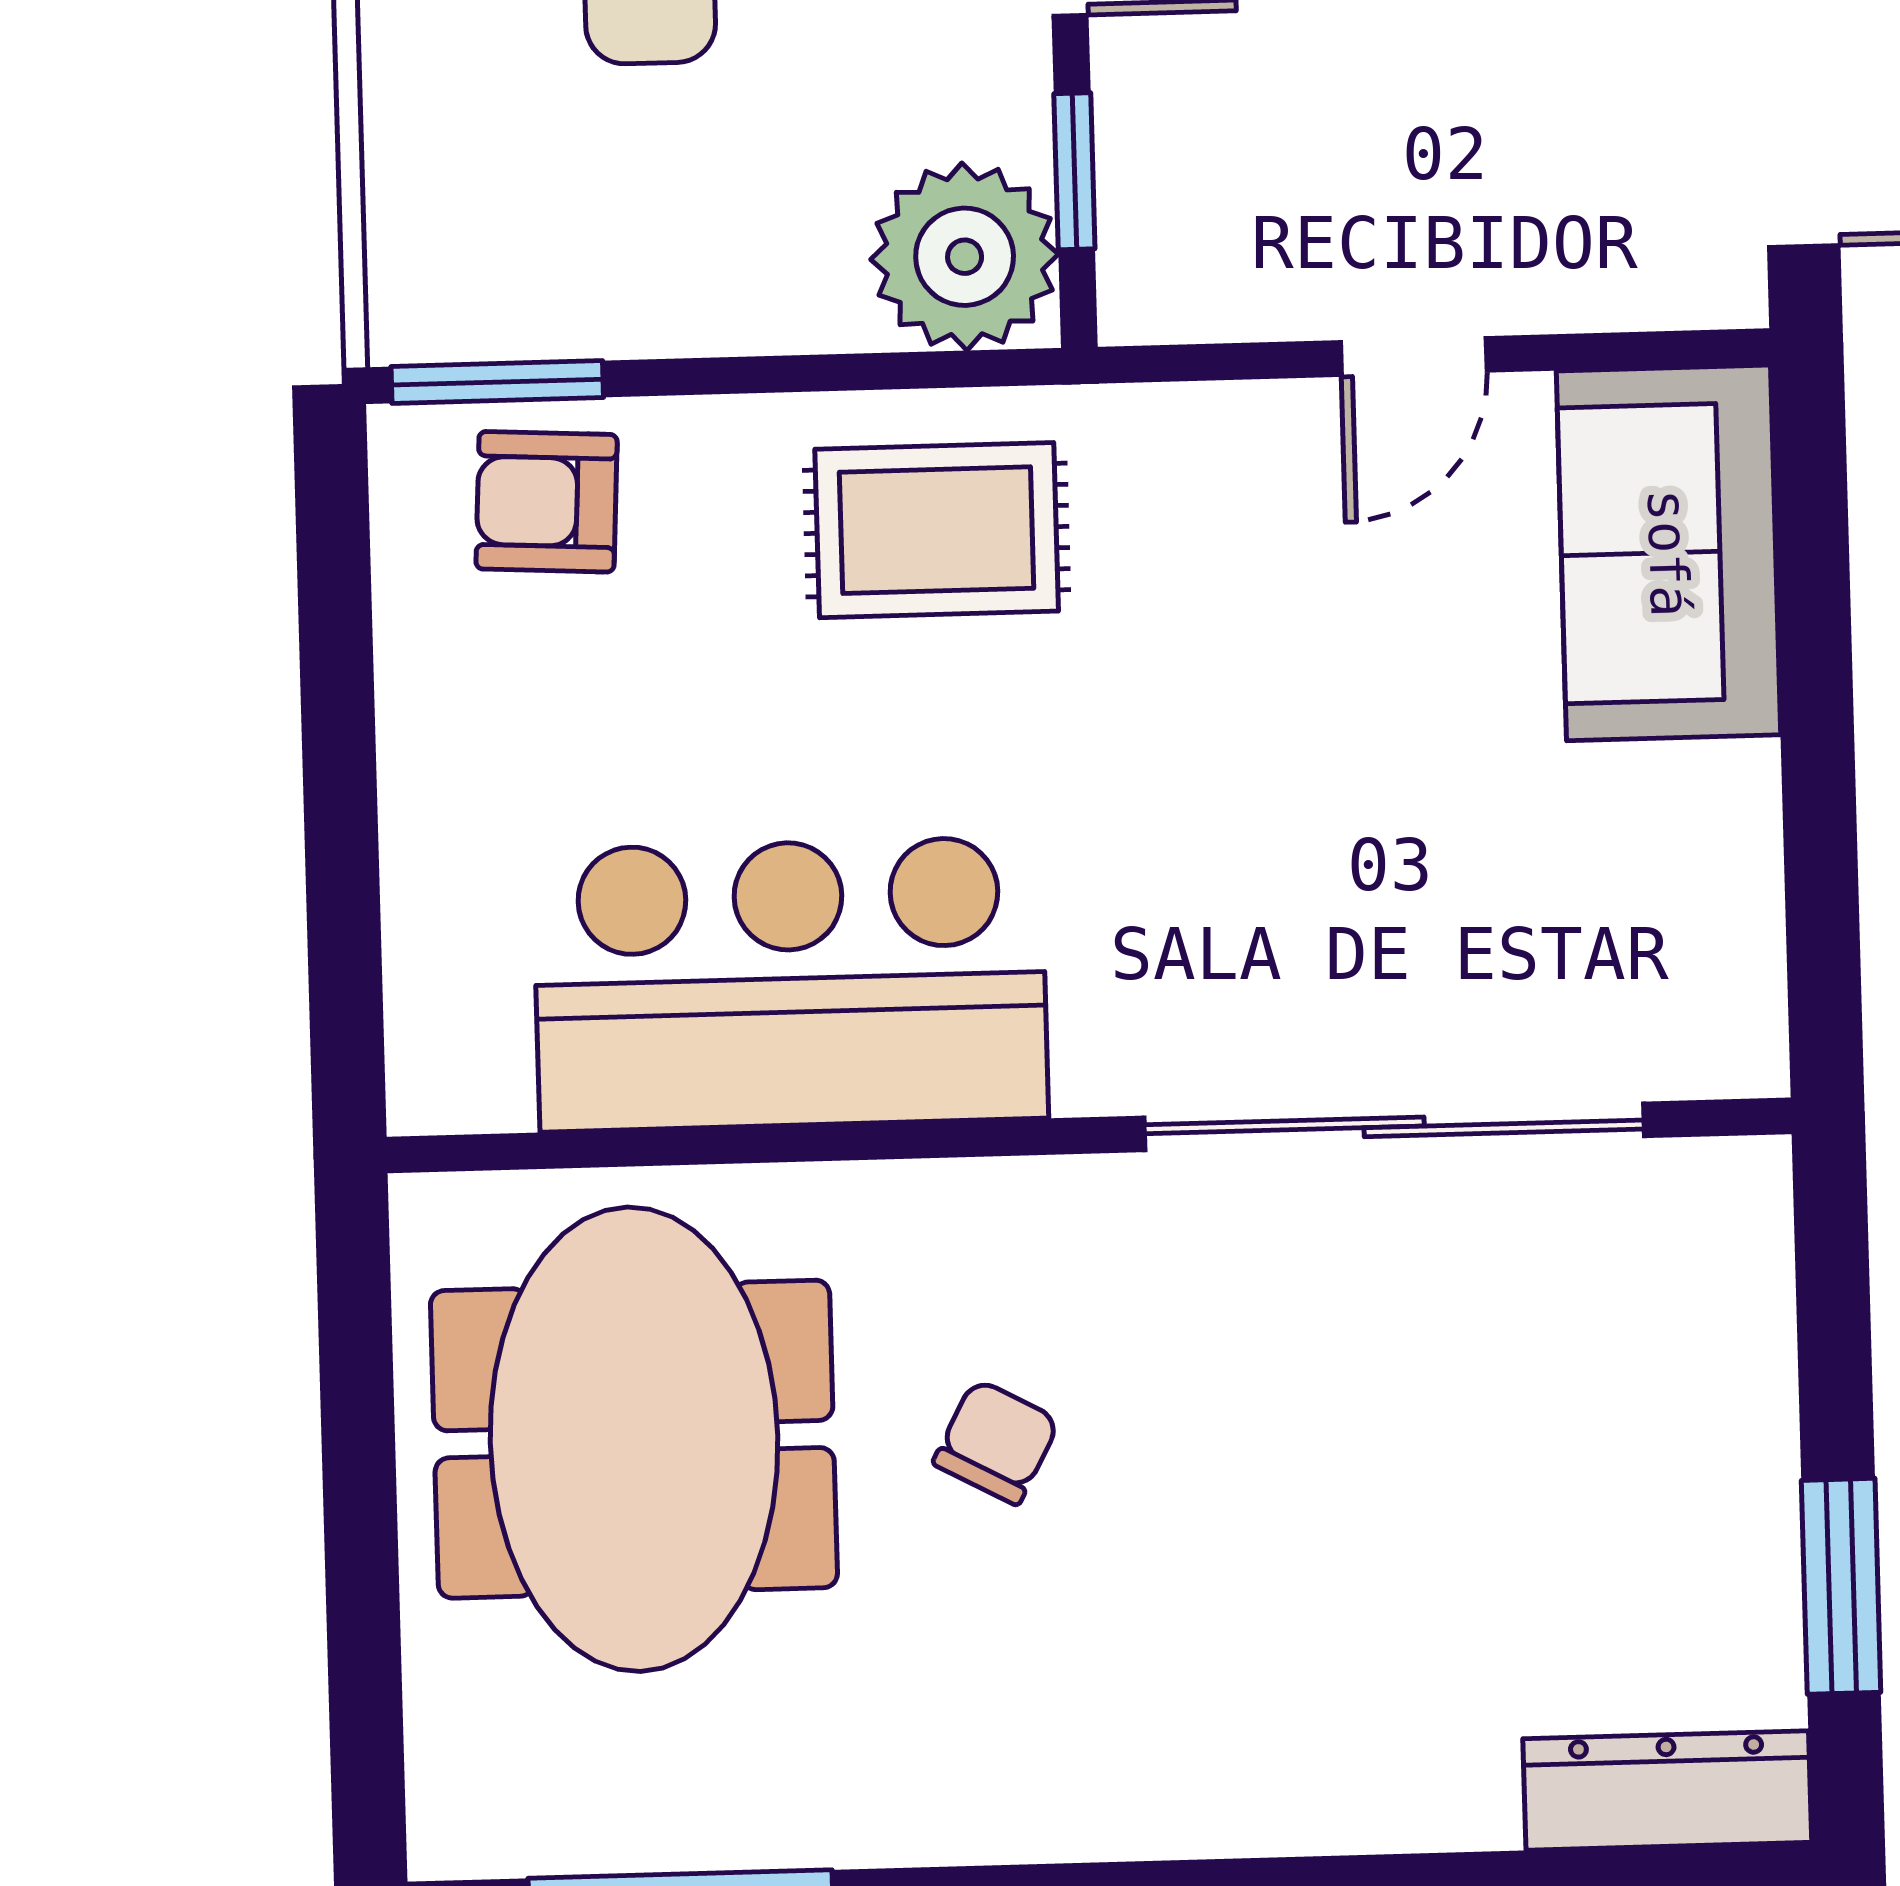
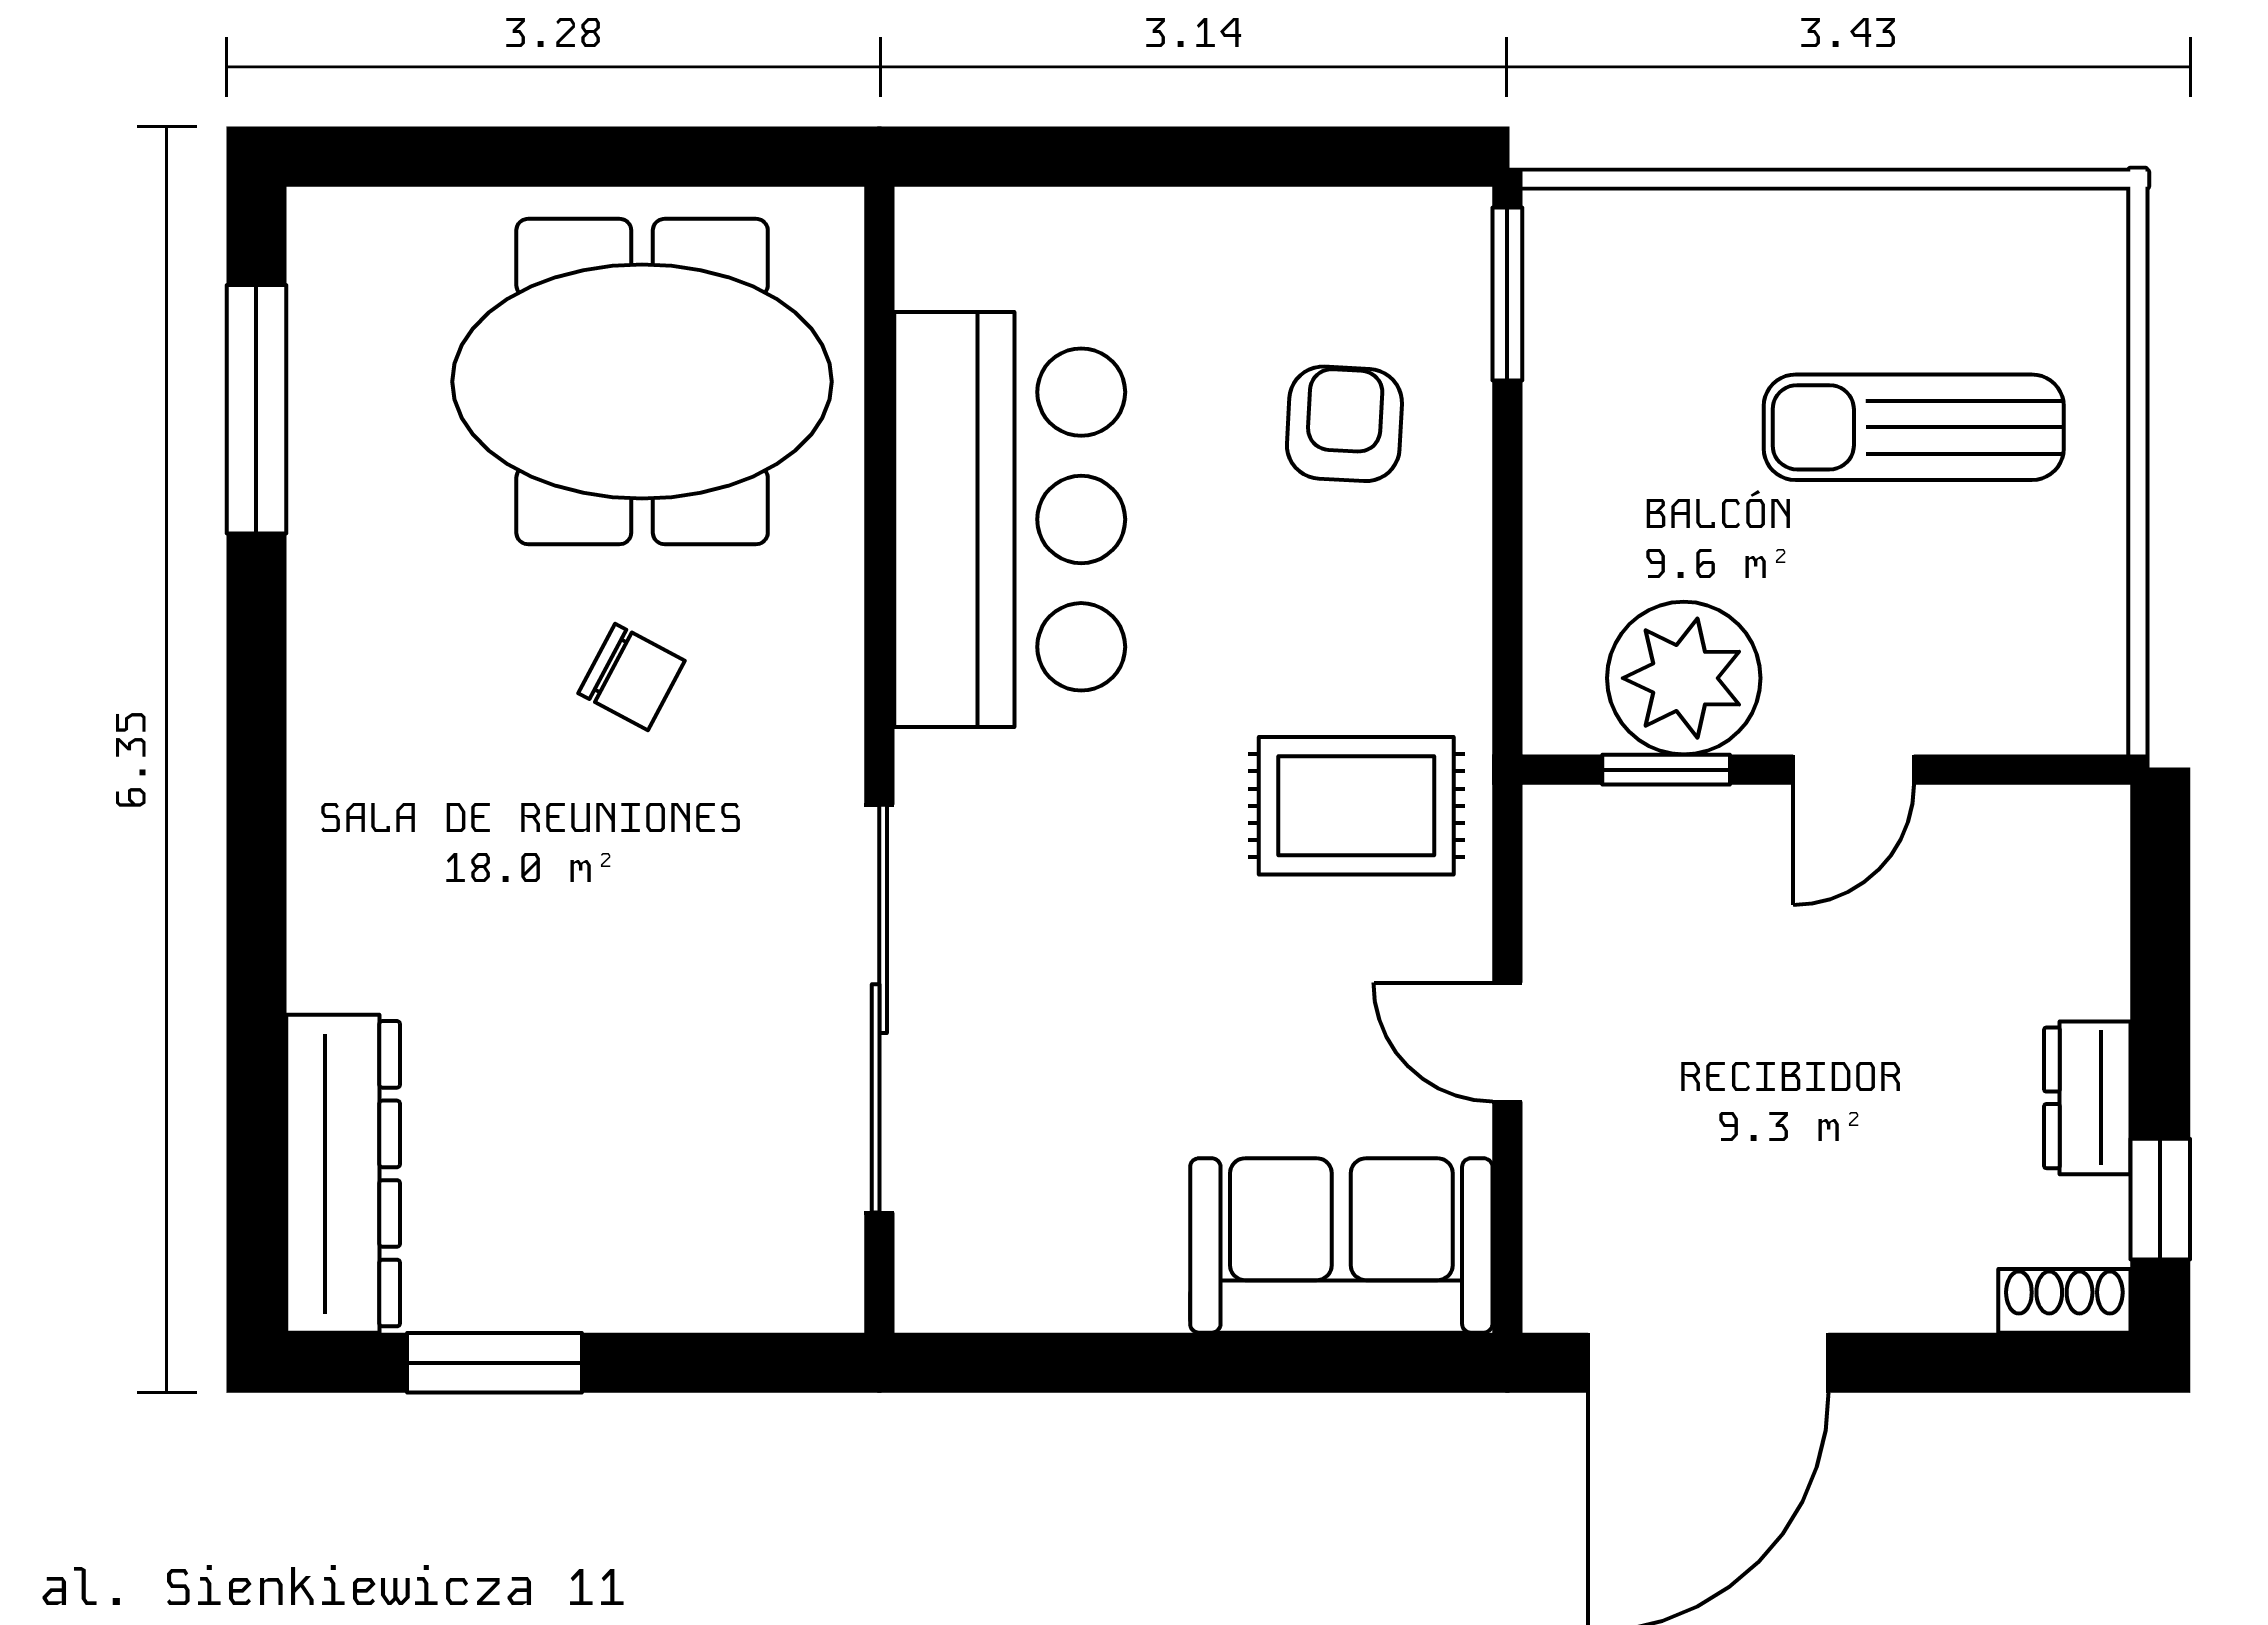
plant: (965, 257) -> (1684, 678), moved
armchair: (547, 502) -> (1344, 424), moved
rug: (937, 530) -> (1356, 806), moved, turned 90
dresser: (1667, 1791) -> (343, 1174), width x1.37, depth x1.24

